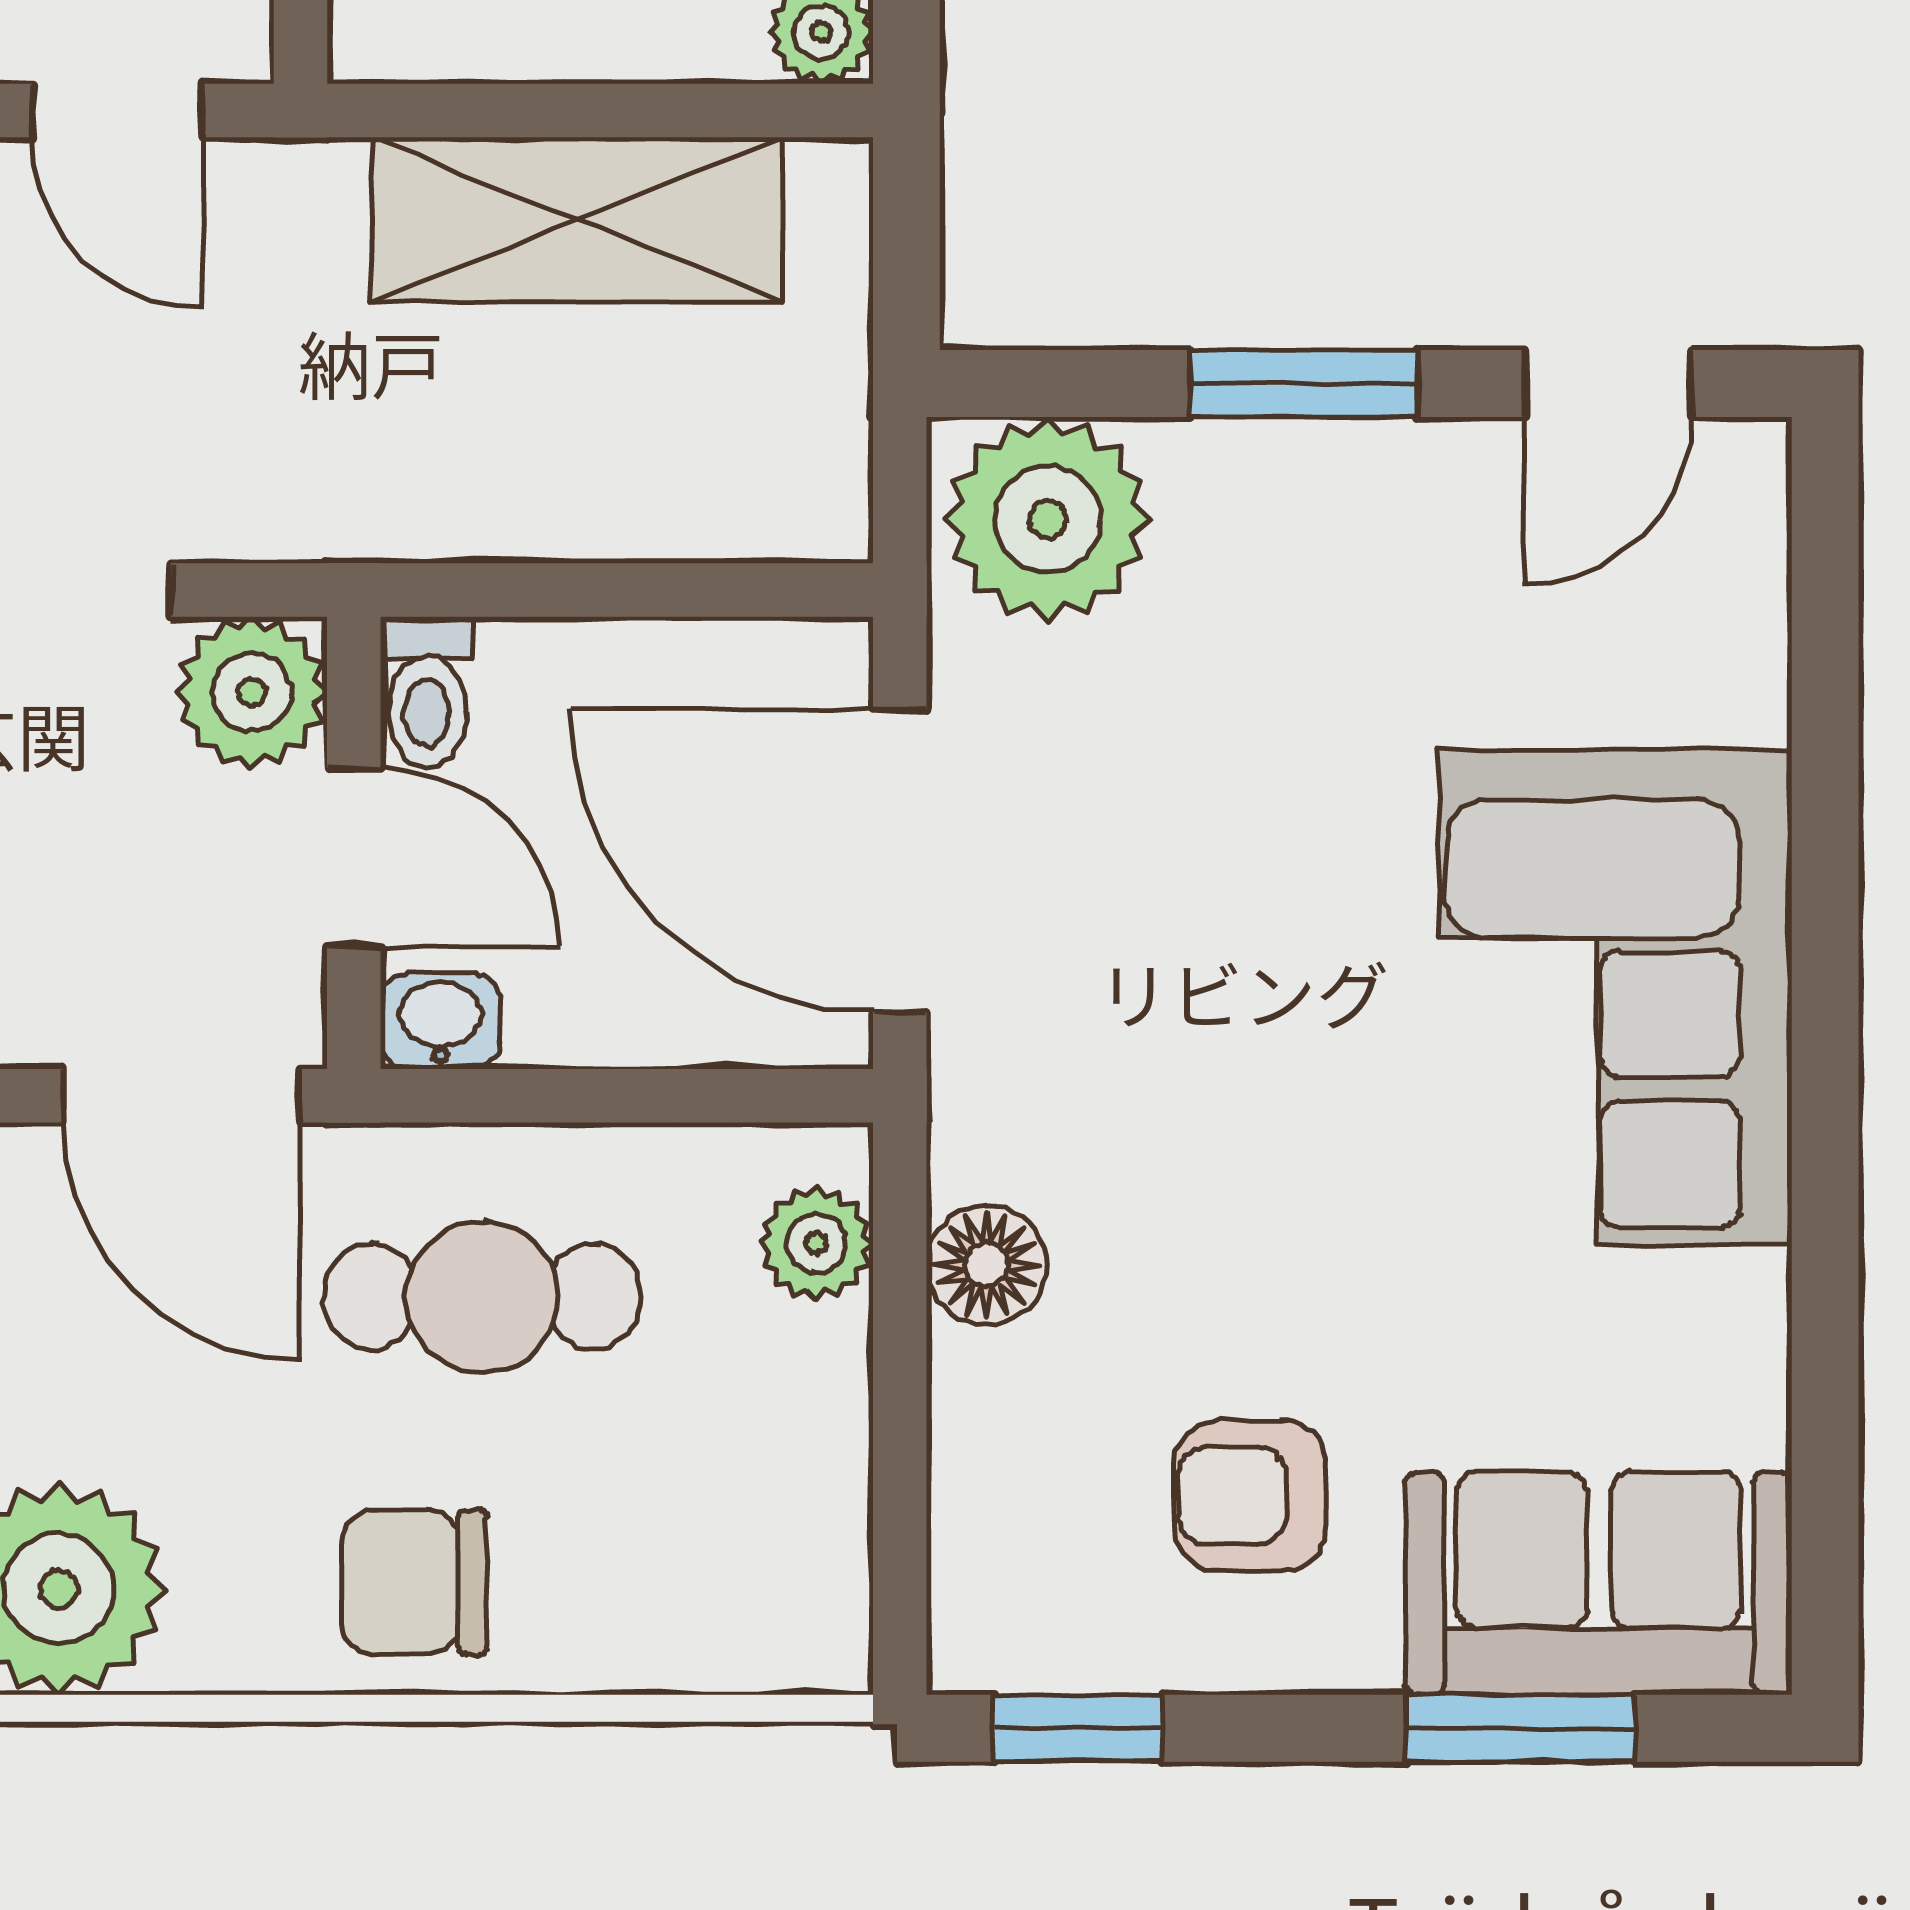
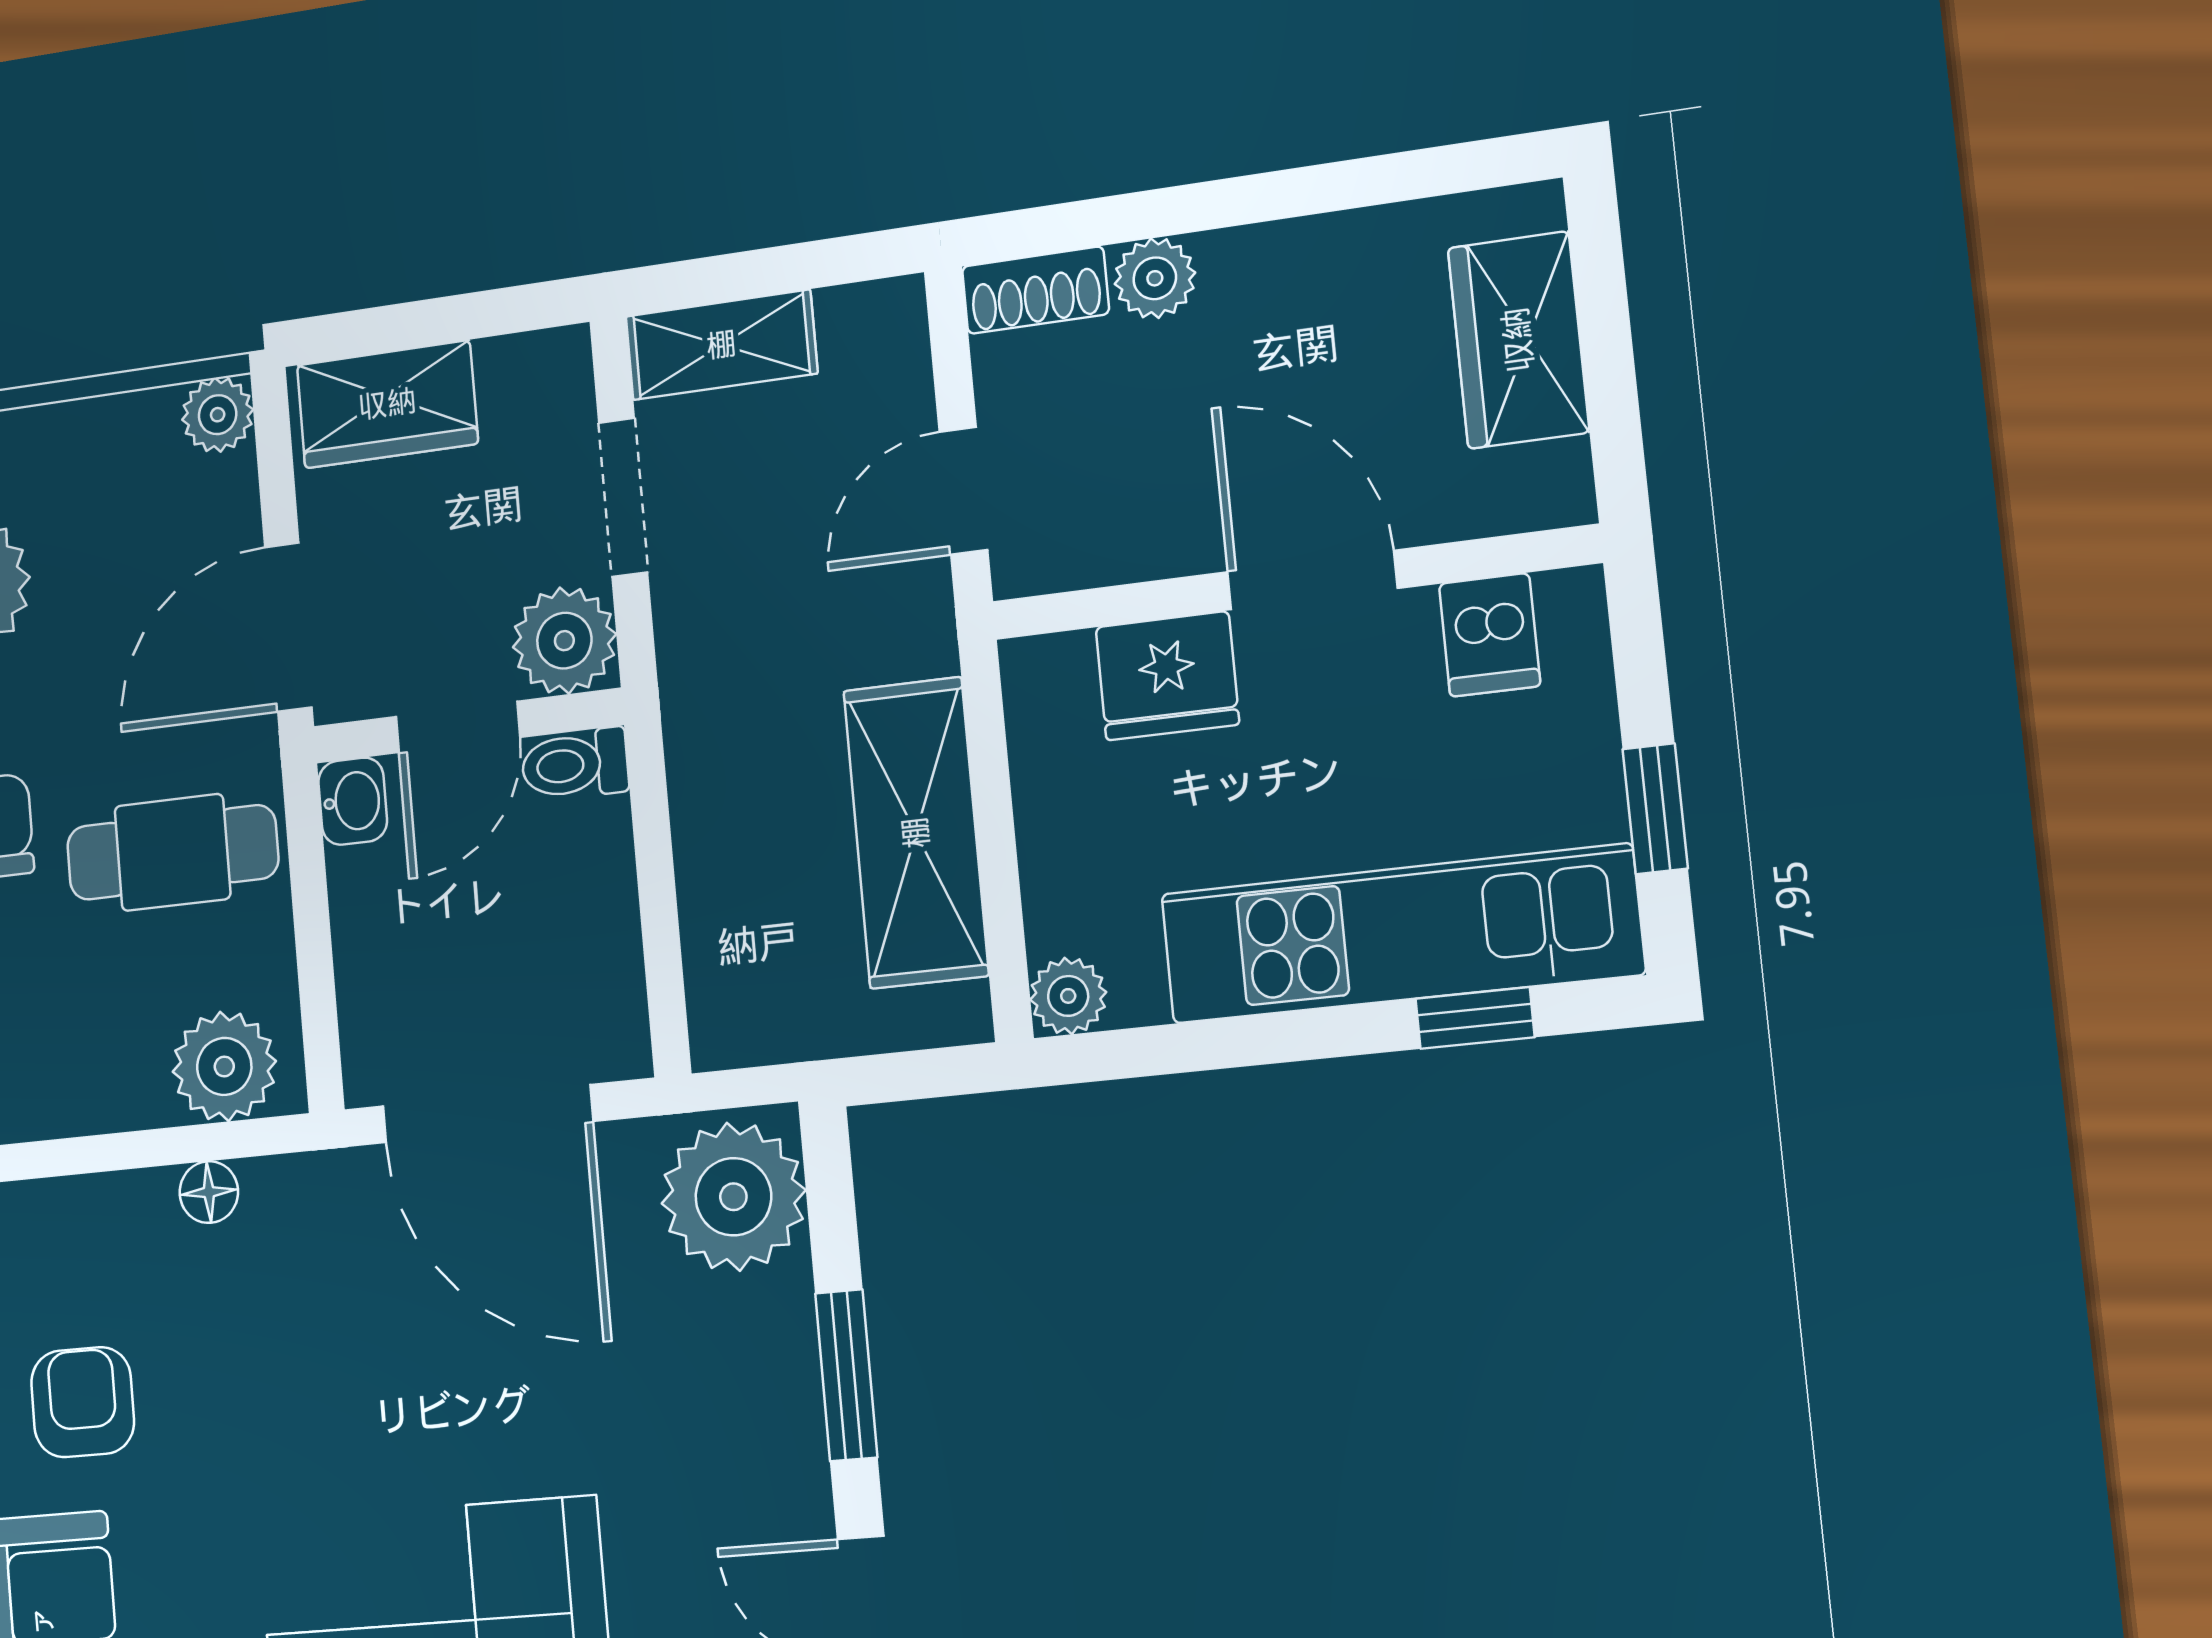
door: (900, 861) -> (487, 1114), swing flipped
plant: (816, 1243) -> (224, 1066), width x1.38, depth x1.38
floor lamp: (986, 1265) -> (209, 1192), width x0.73, depth x0.73
cafe table: (482, 1296) -> (172, 852), turned 90

